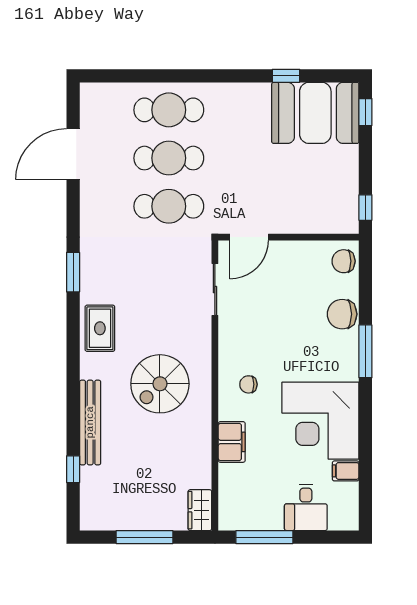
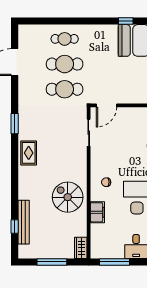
cafe table: (169, 110) -> (65, 39), width x0.73, depth x0.74
spiral stairs: (160, 384) -> (68, 197), moved, turned 90
bench: (90, 422) -> (24, 222), moved

